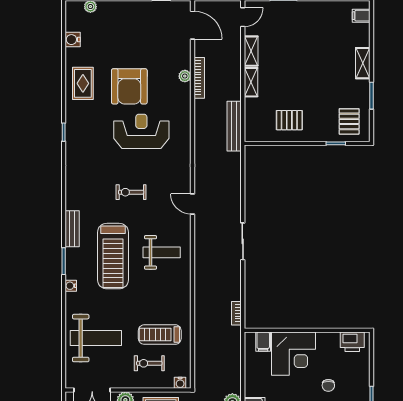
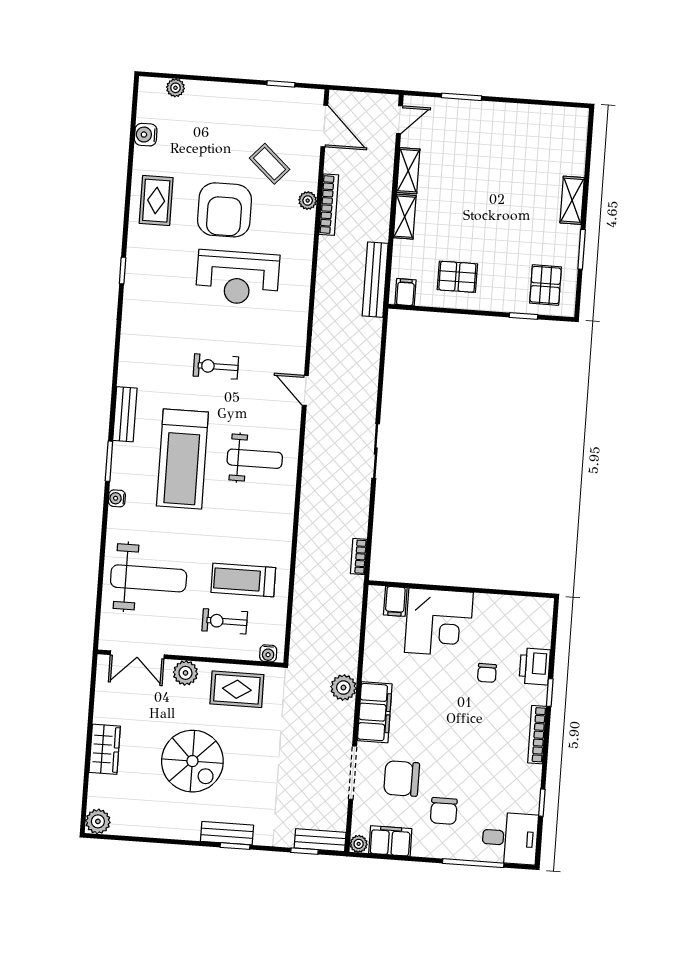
filing cabinet: (361, 16) -> (405, 292), moved, turned 90
coffee table: (157, 53) -> (270, 164), added
reception desk: (141, 131) -> (238, 278), turned 180
printer: (352, 342) -> (535, 666), moved, turned 90

